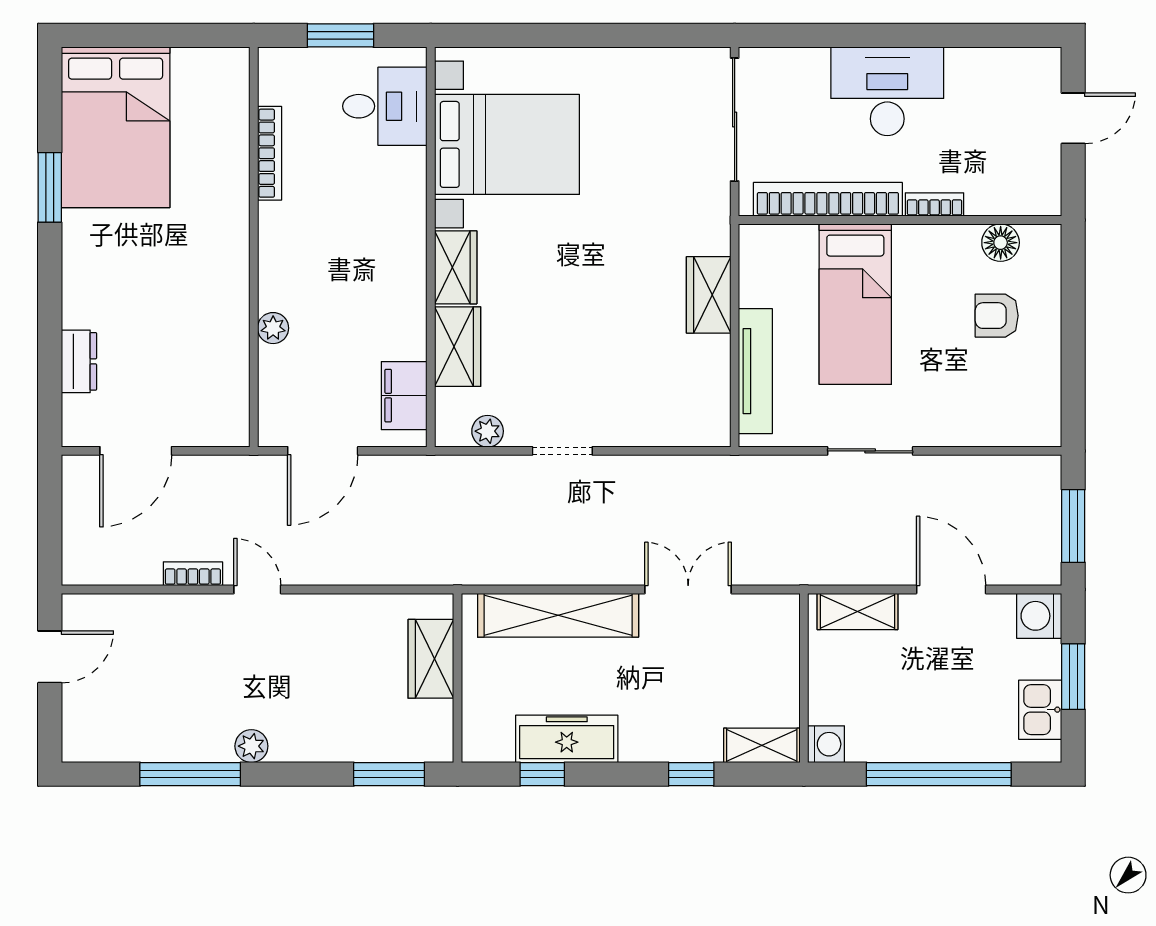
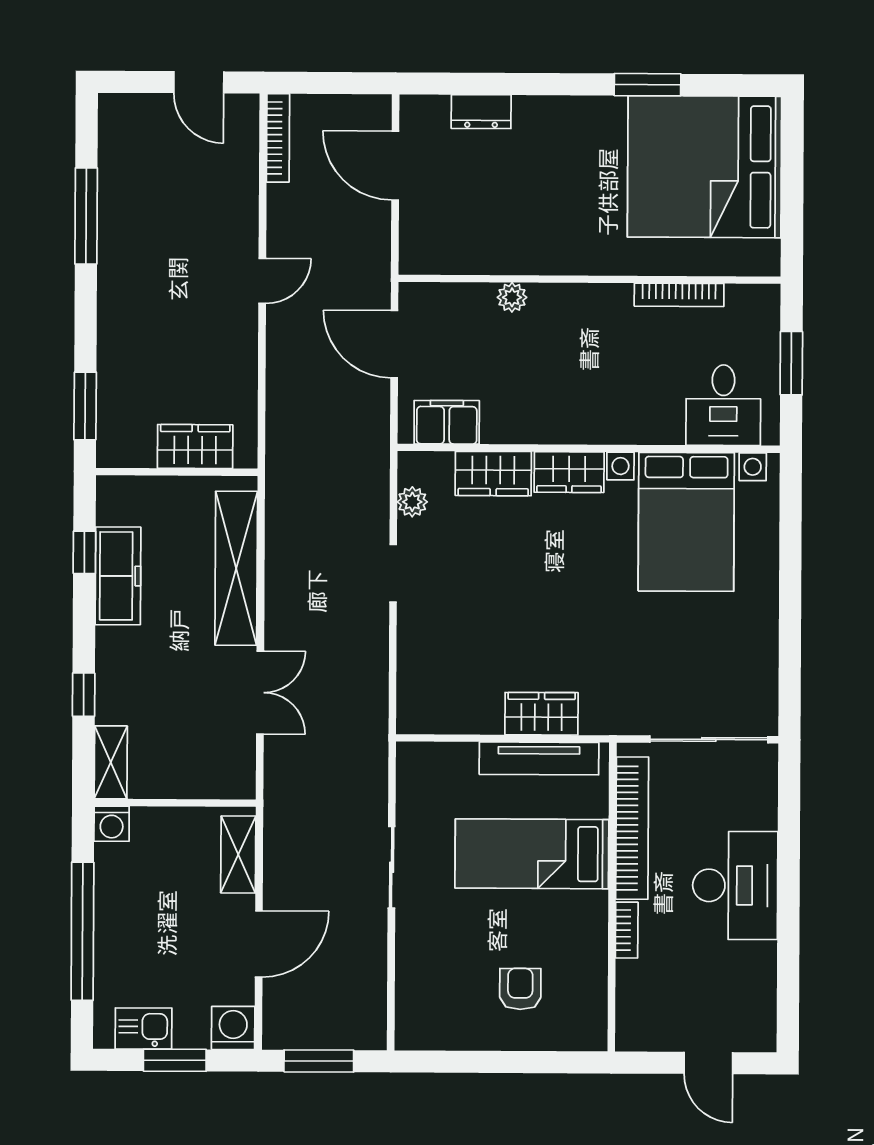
bed: (116, 127) -> (704, 167), width x1.36
floor lamp: (1001, 243) -> (590, 993), removed
tv unit: (755, 371) -> (539, 758), moved
bookcase: (193, 574) -> (278, 138), moved, width x1.56
plant: (251, 746) -> (113, 275), removed

